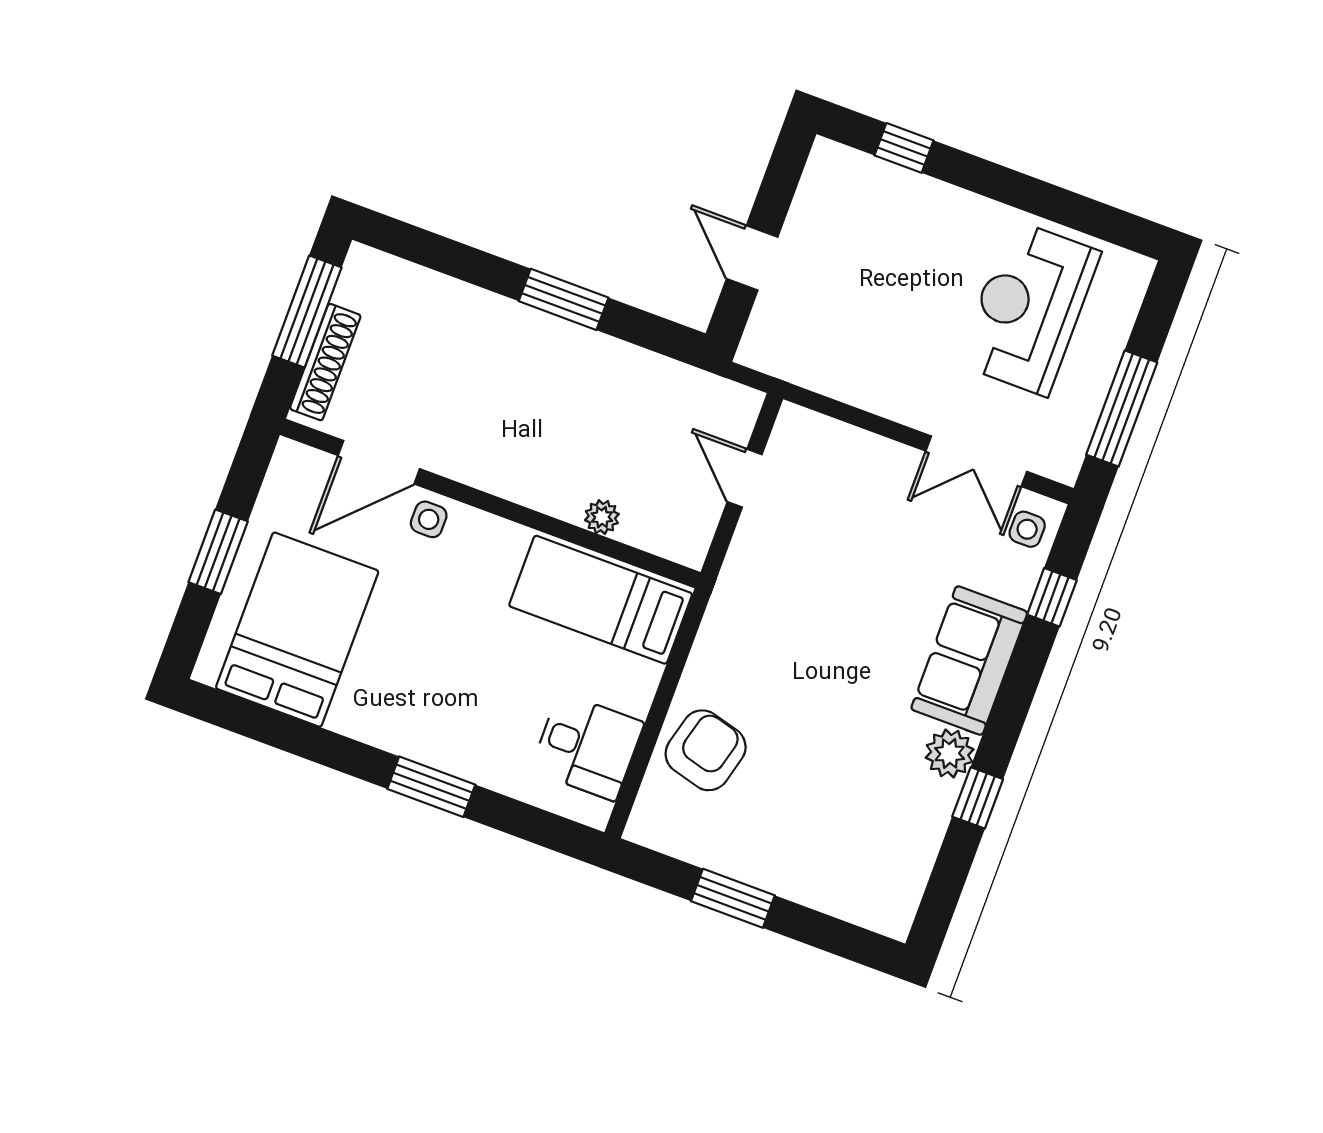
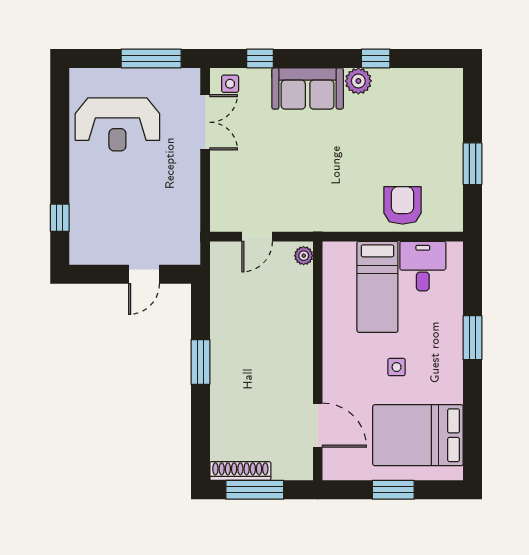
shoe rack: (325, 362) -> (240, 471), moved
plant: (602, 517) -> (304, 256), moved
side table: (429, 519) -> (397, 367), moved
bed: (601, 600) -> (377, 287), moved
armchair: (706, 750) -> (403, 205), turned 75

